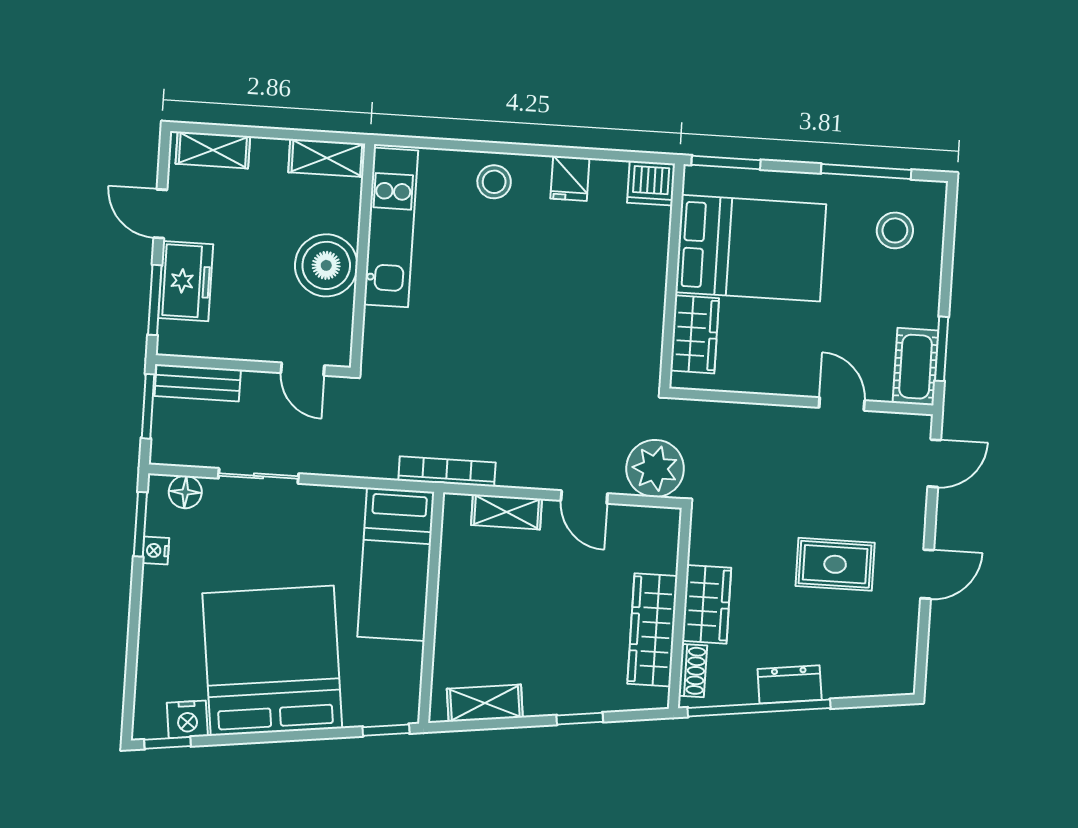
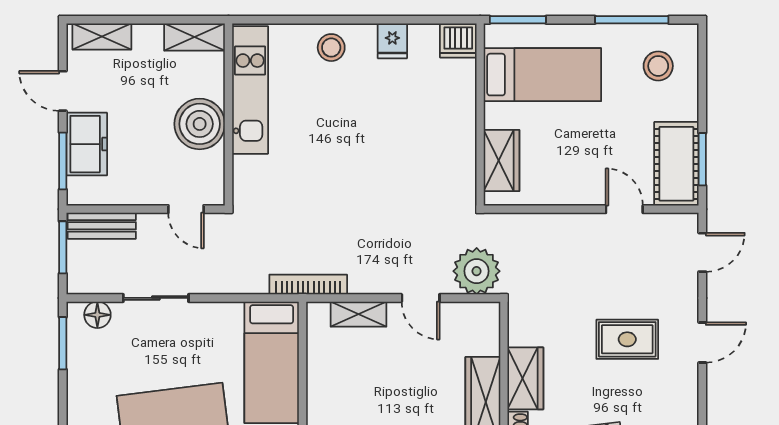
bed: (751, 248) -> (542, 75), width x0.67
cot: (916, 367) -> (676, 164), width x1.37, depth x1.34
nightstand: (156, 551) -> (77, 364), removed

